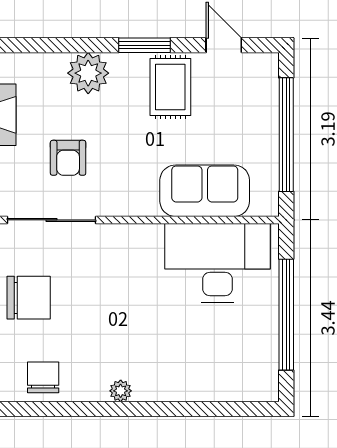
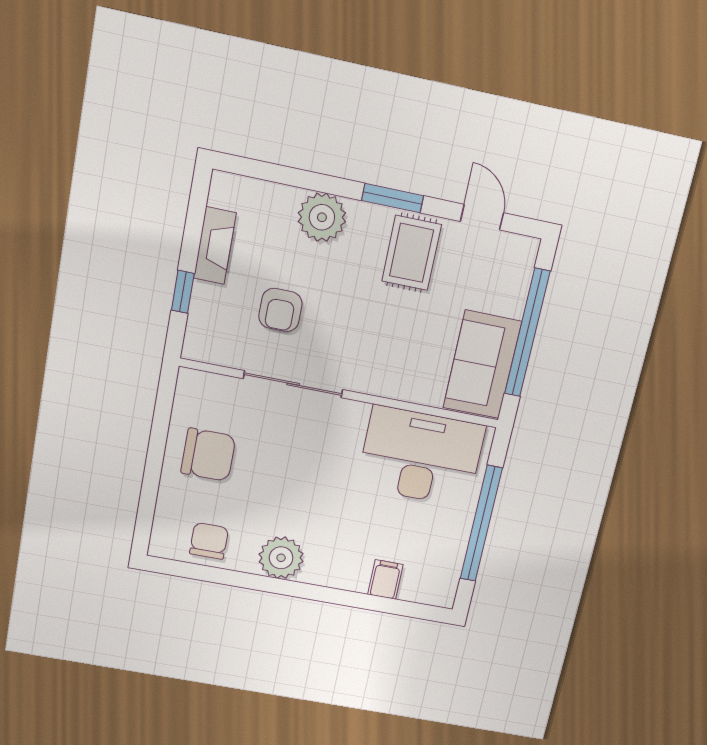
sofa: (205, 191) -> (482, 365), moved, turned -90
sliding door: (52, 220) -> (293, 384), moved
filing cabinet: (210, 384) -> (385, 580), added
plant: (121, 391) -> (281, 558), width x1.88, depth x1.88

